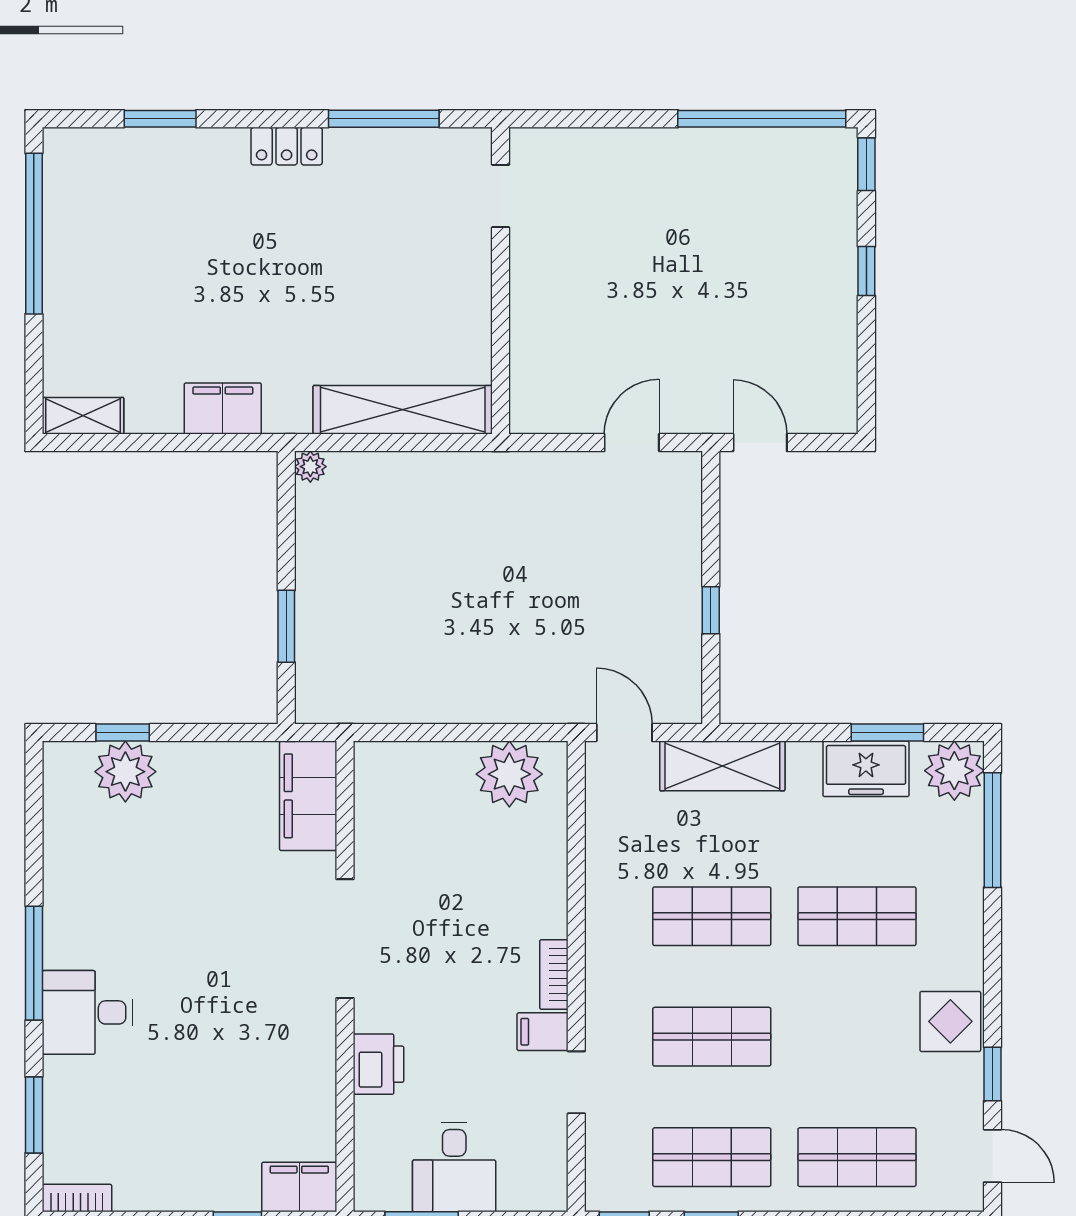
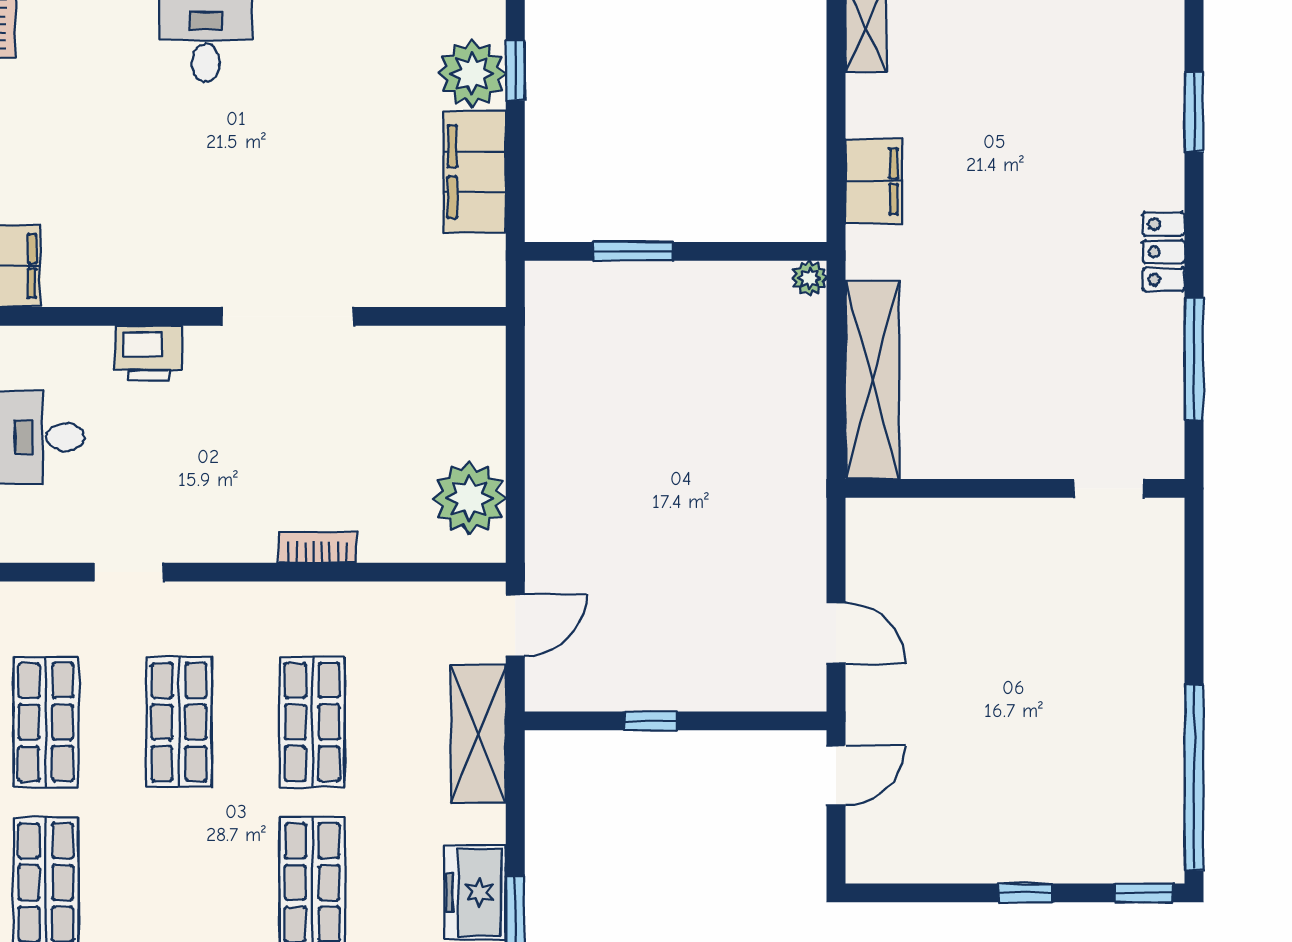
filing cabinet: (308, 796) -> (475, 172), moved, turned -90
bookcase: (554, 974) -> (318, 547), moved
filing cabinet: (543, 1032) -> (184, 535), removed

